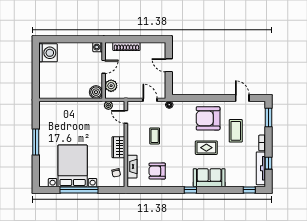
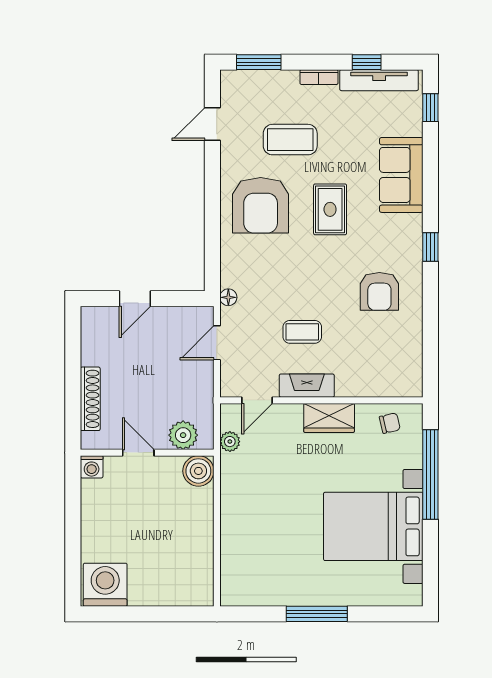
fireplace: (132, 167) -> (307, 386), moved
armchair: (157, 171) -> (379, 291), moved
sofa: (209, 178) -> (401, 175), moved
window: (79, 190) -> (430, 475), moved

